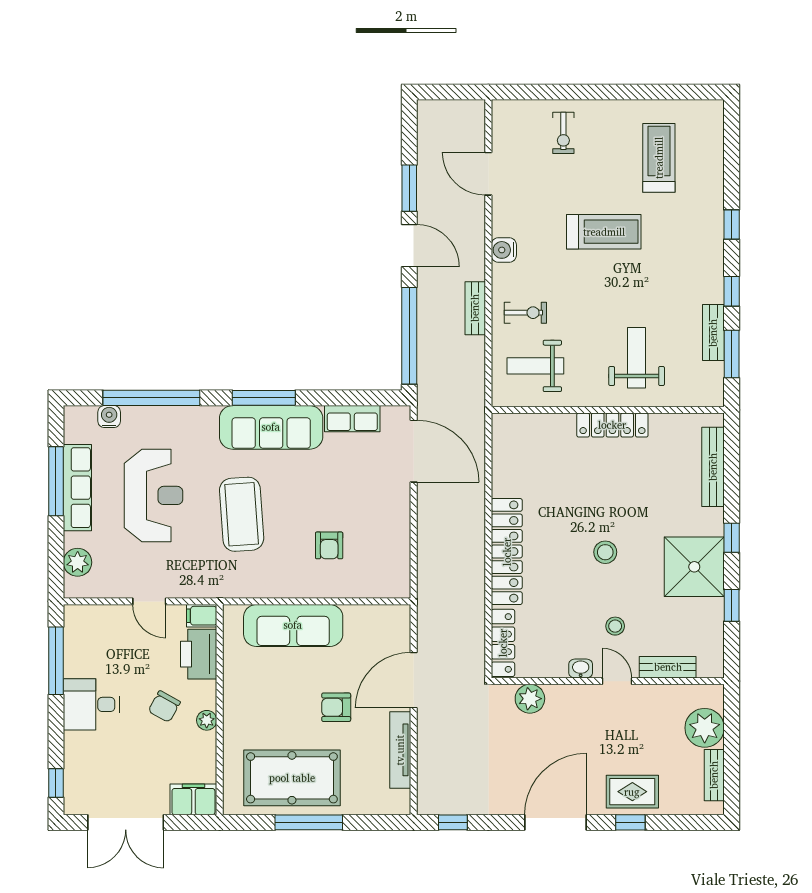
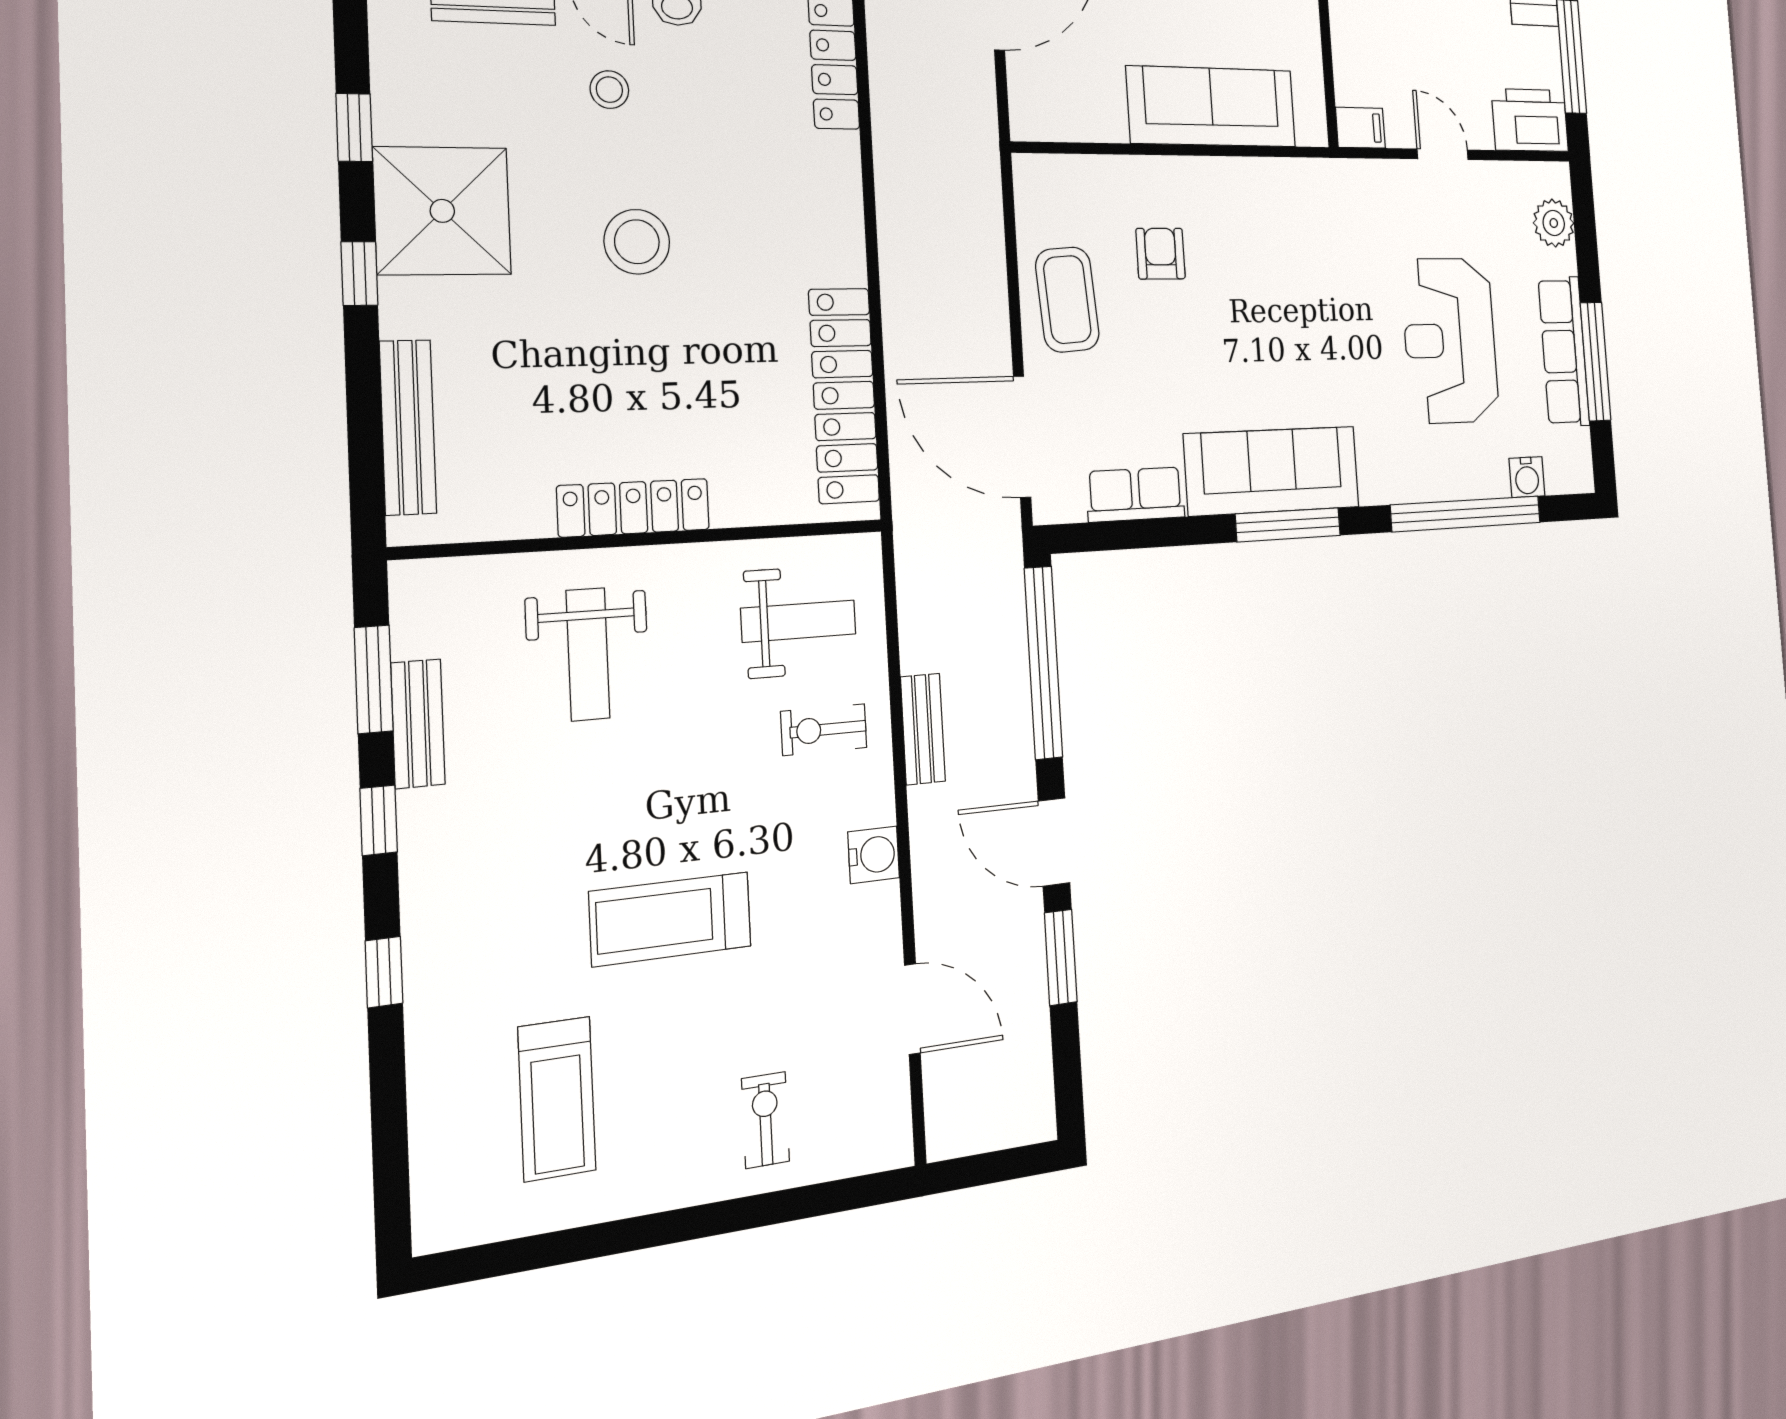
coffee table: (242, 514) -> (1067, 300), moved, width x0.73, depth x0.76
locker: (507, 552) -> (844, 395), moved
stool: (605, 552) -> (637, 242), width x1.38, depth x1.38
printer: (199, 654) -> (1530, 120), moved, turned -90

